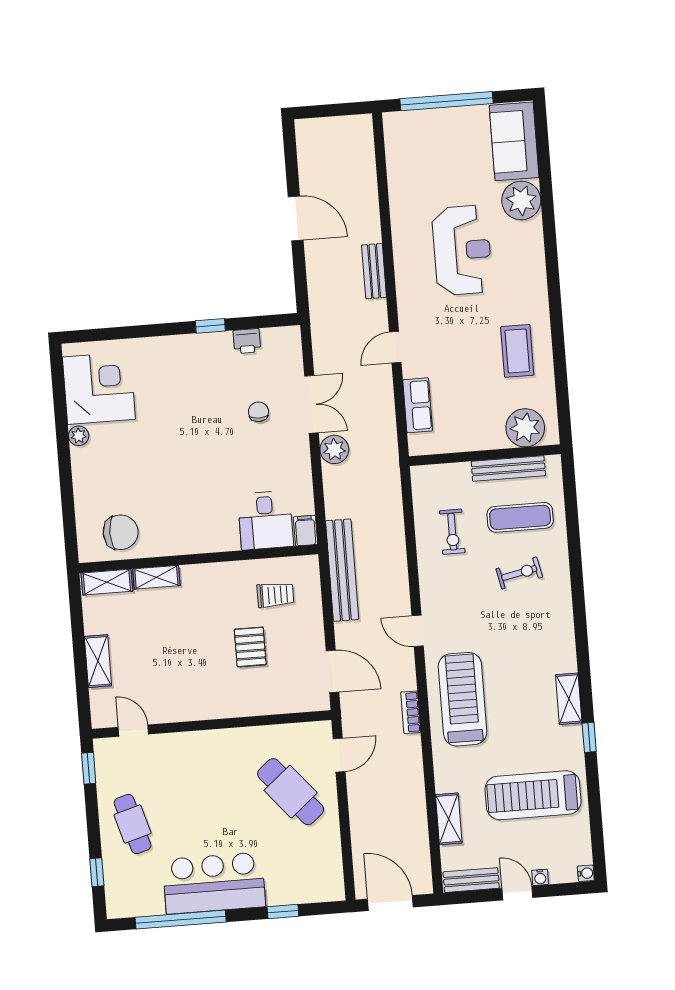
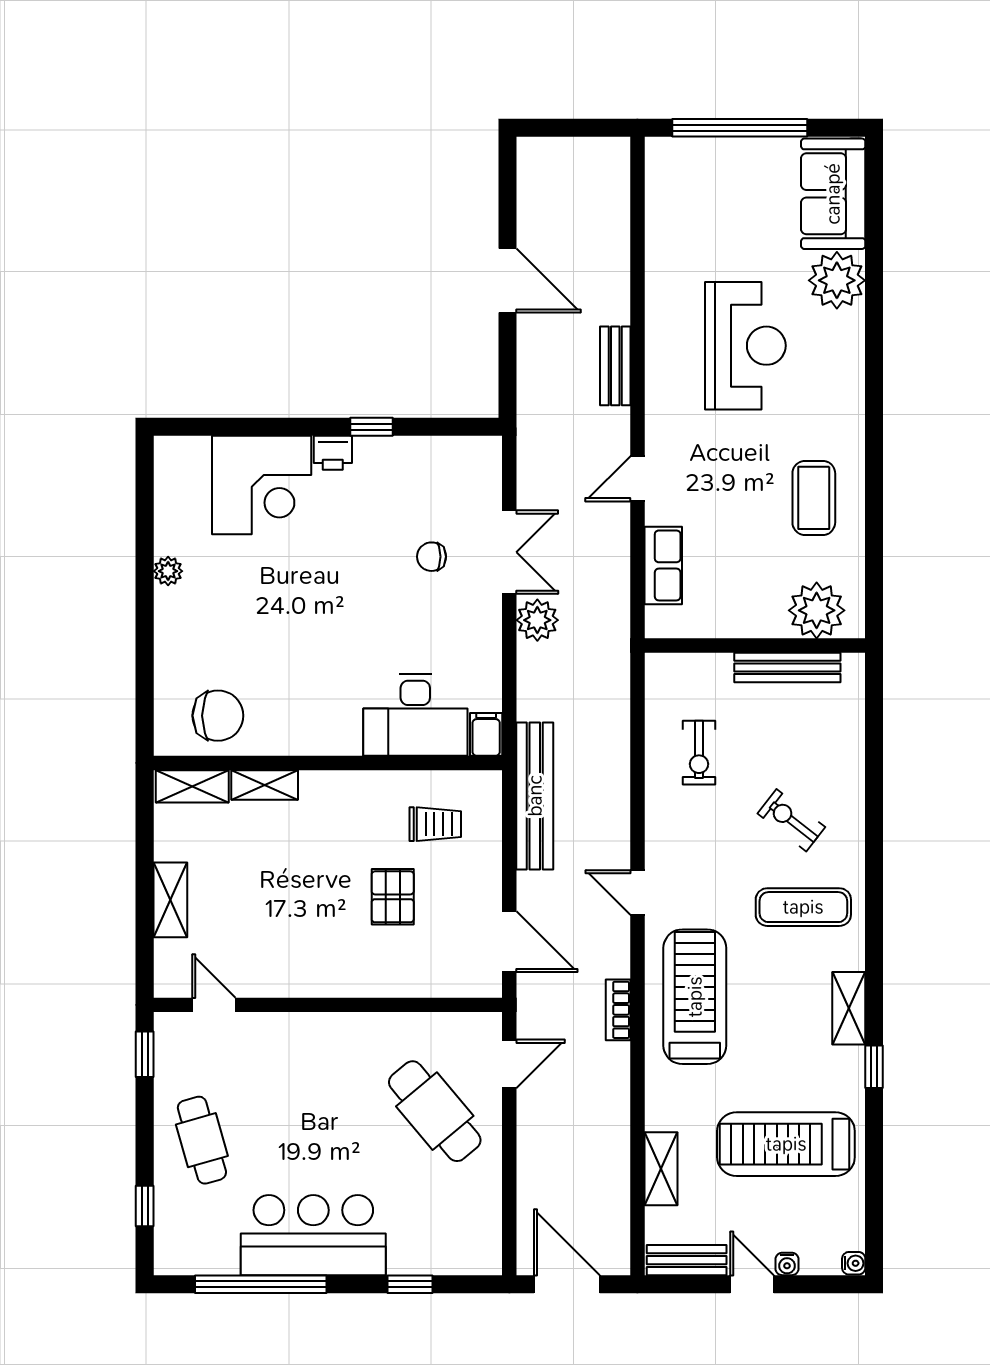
printer: (247, 341) -> (333, 453), moved
corner desk: (99, 388) -> (262, 485), moved, turned 90
chair: (258, 412) -> (432, 557), turned -90
exercise mat: (520, 517) -> (803, 907), moved
desk: (265, 520) -> (415, 715), width x1.37
exercise bike: (519, 573) -> (791, 820), turned -130

